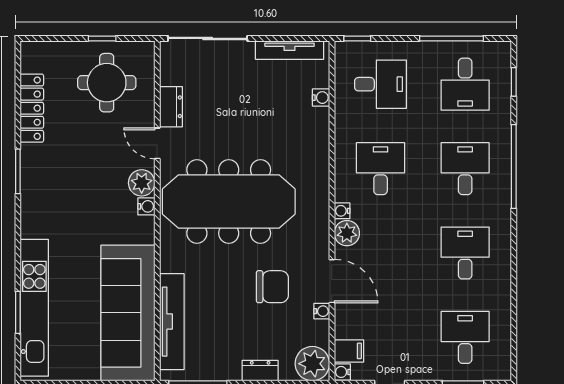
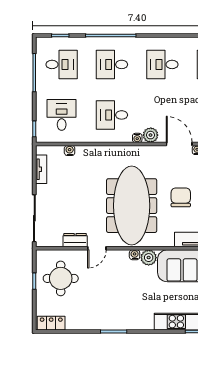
tv unit: (289, 50) -> (41, 169), width x0.71
locker: (32, 108) -> (51, 323), moved, width x0.66
plant: (142, 183) -> (149, 258), moved
door: (332, 281) -> (179, 144), hinge flipped
chair: (272, 287) -> (181, 197), moved

